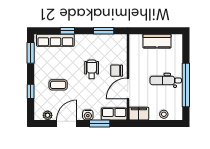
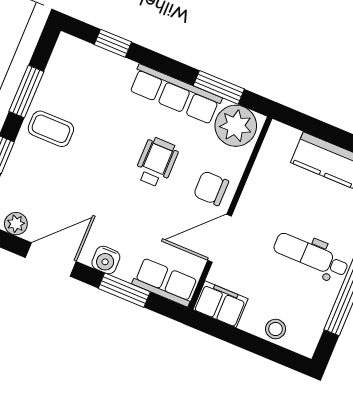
window: (67, 31) -> (113, 43), moved
row of seats: (55, 40) -> (175, 94), moved
plant: (116, 43) -> (236, 126), added
window: (31, 53) -> (26, 91), moved
coffee table: (58, 85) -> (51, 129), moved

